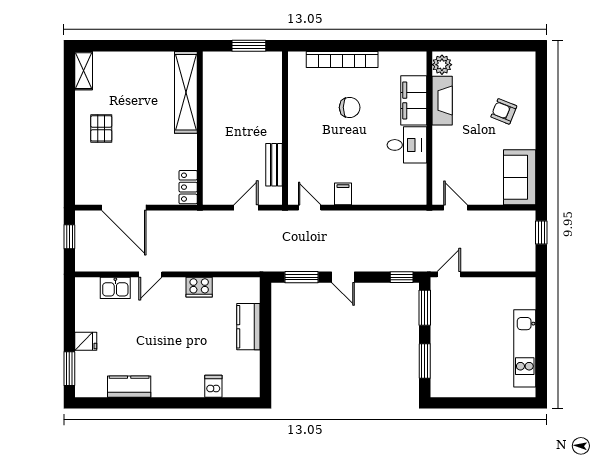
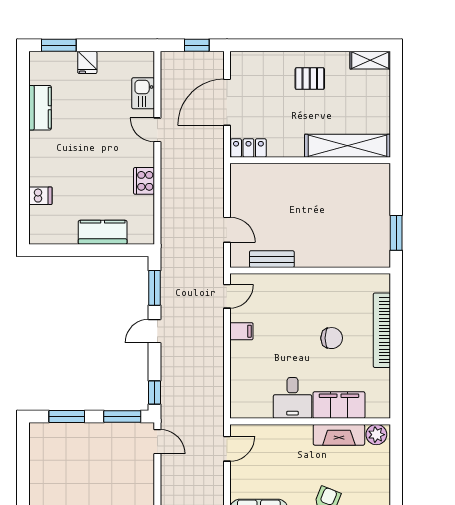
shelving: (186, 92) -> (348, 146), moved
chair: (350, 107) -> (332, 338), turned -90
wall: (200, 128) -> (310, 160), moved
locker: (188, 187) -> (248, 148), moved

